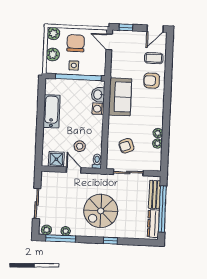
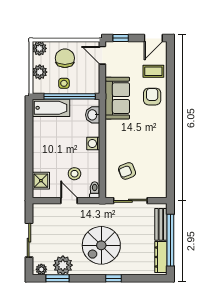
armchair: (152, 81) -> (152, 97), turned 90
sofa: (120, 97) -> (117, 98), moved
washing machine: (98, 109) -> (93, 144), moved
bathtub: (52, 111) -> (51, 108), moved, turned 90
plant: (158, 133) -> (162, 155), removed
plant: (157, 143) -> (162, 167), removed
shower: (56, 159) -> (41, 181), moved
plant: (66, 231) -> (63, 265), width x1.88, depth x1.88
window: (61, 238) -> (58, 278), width x0.69

